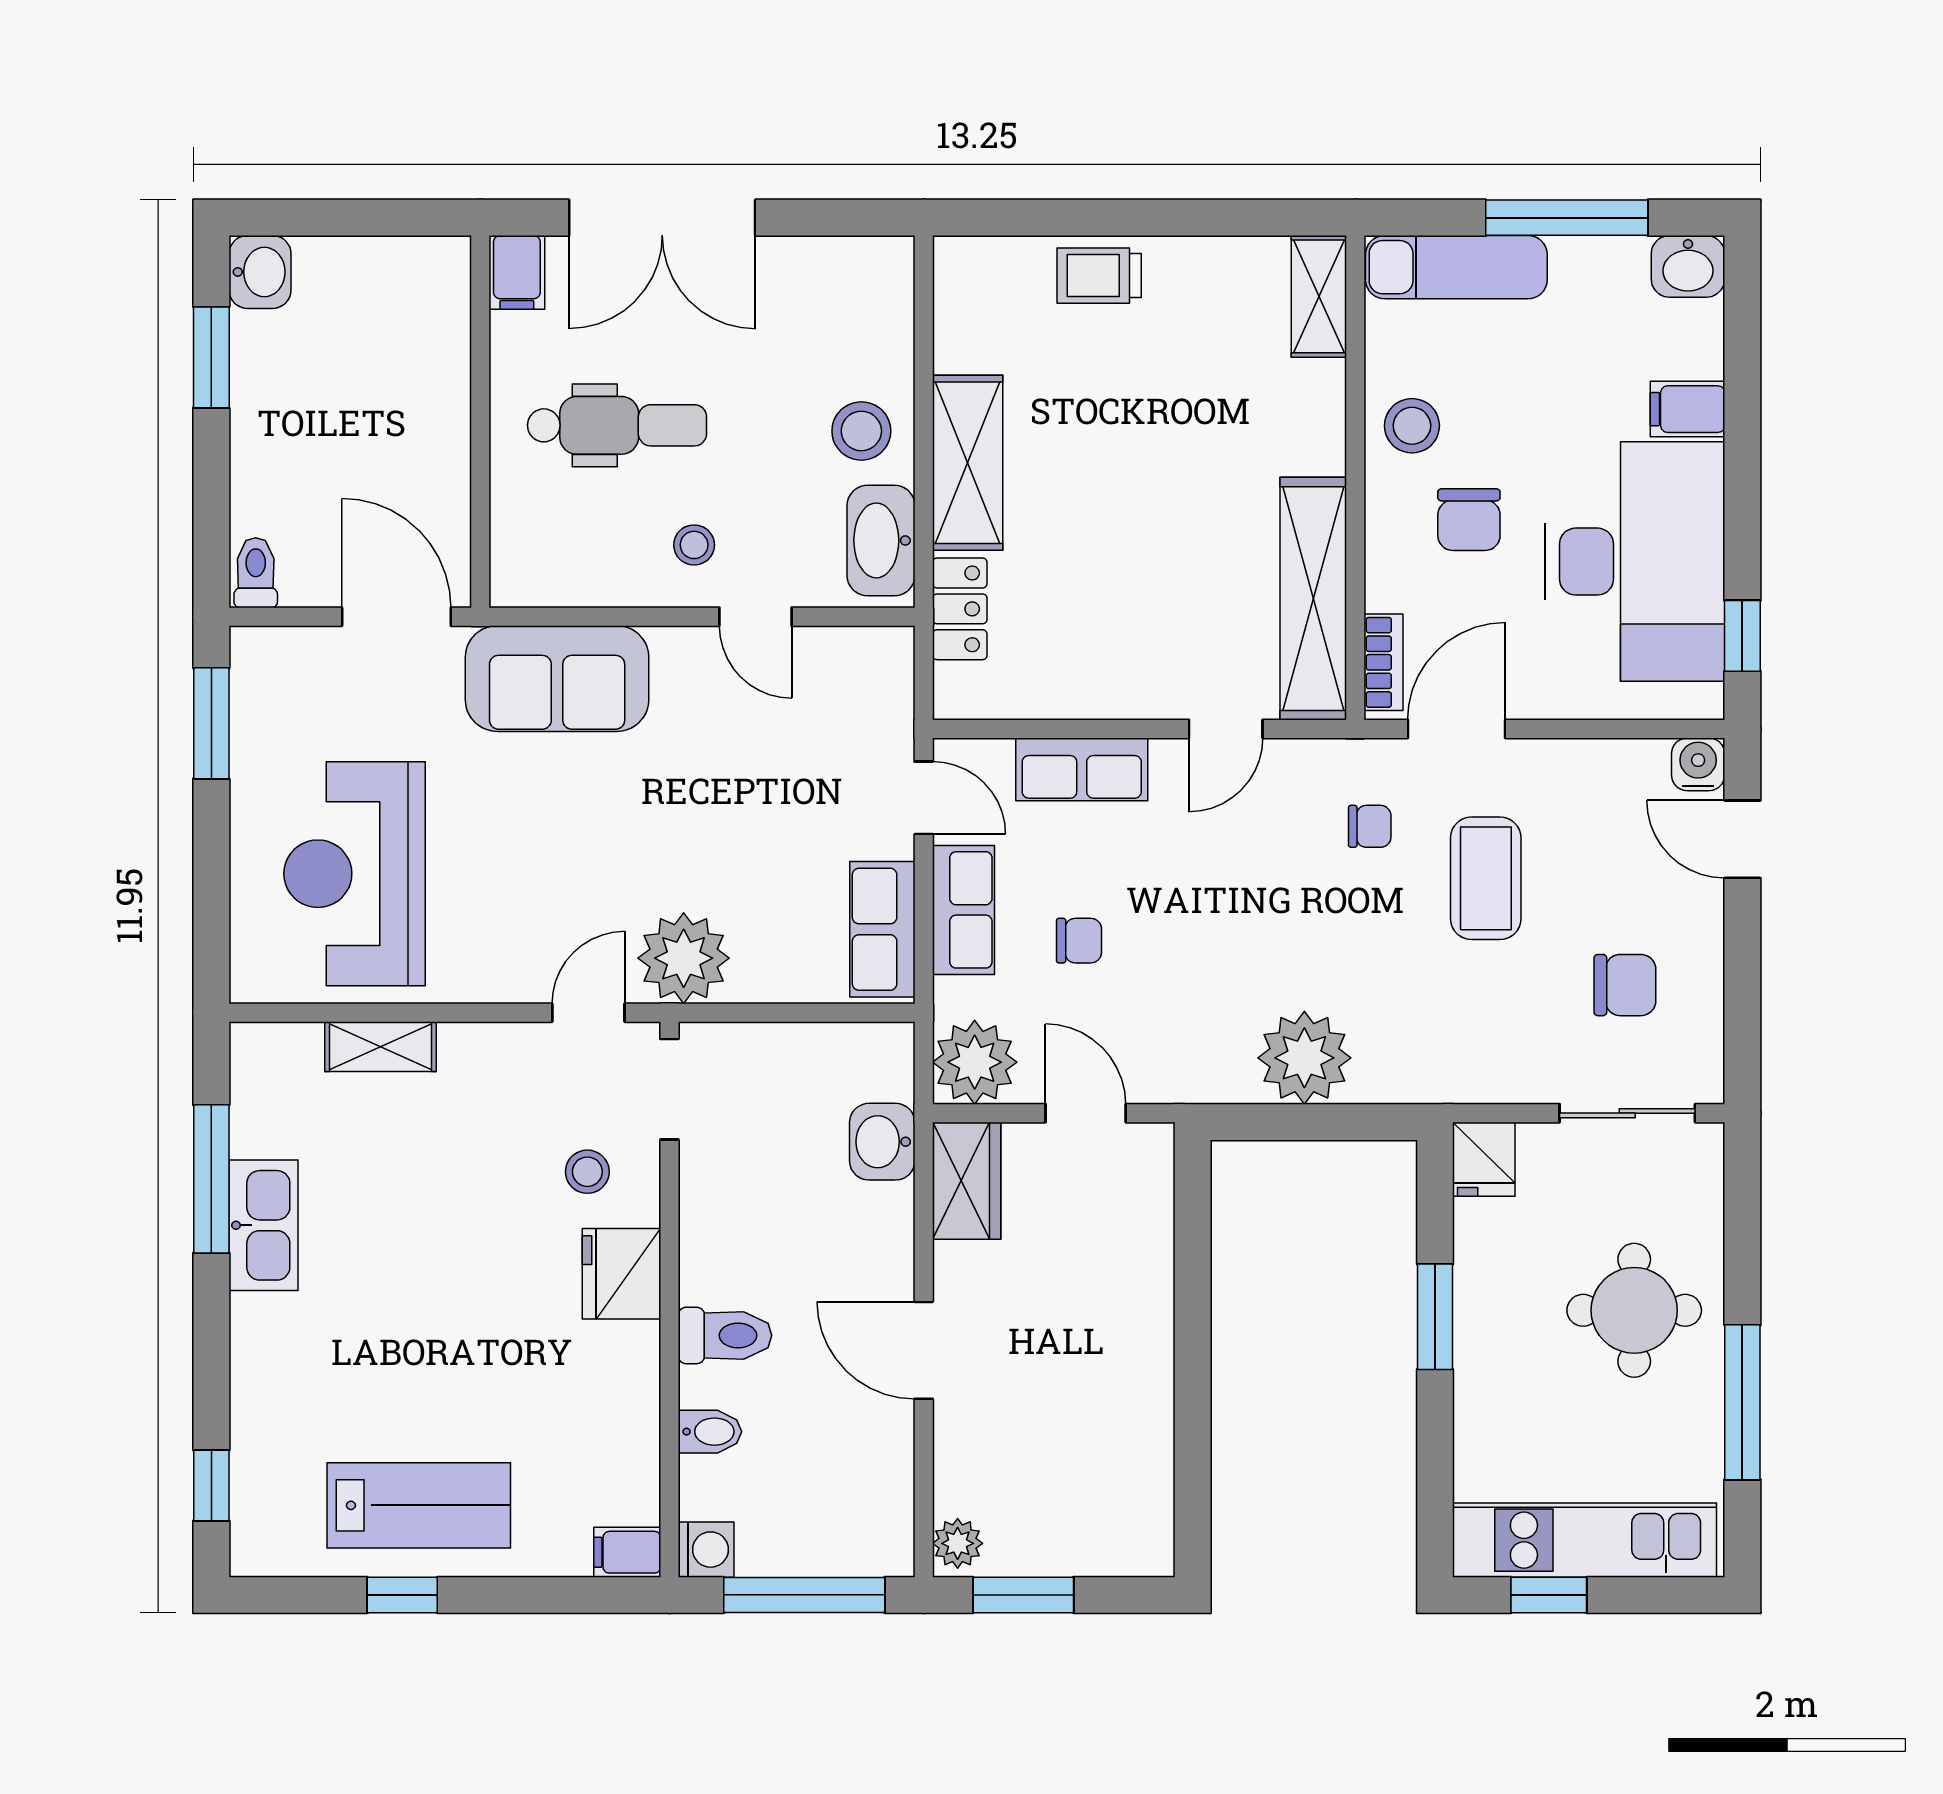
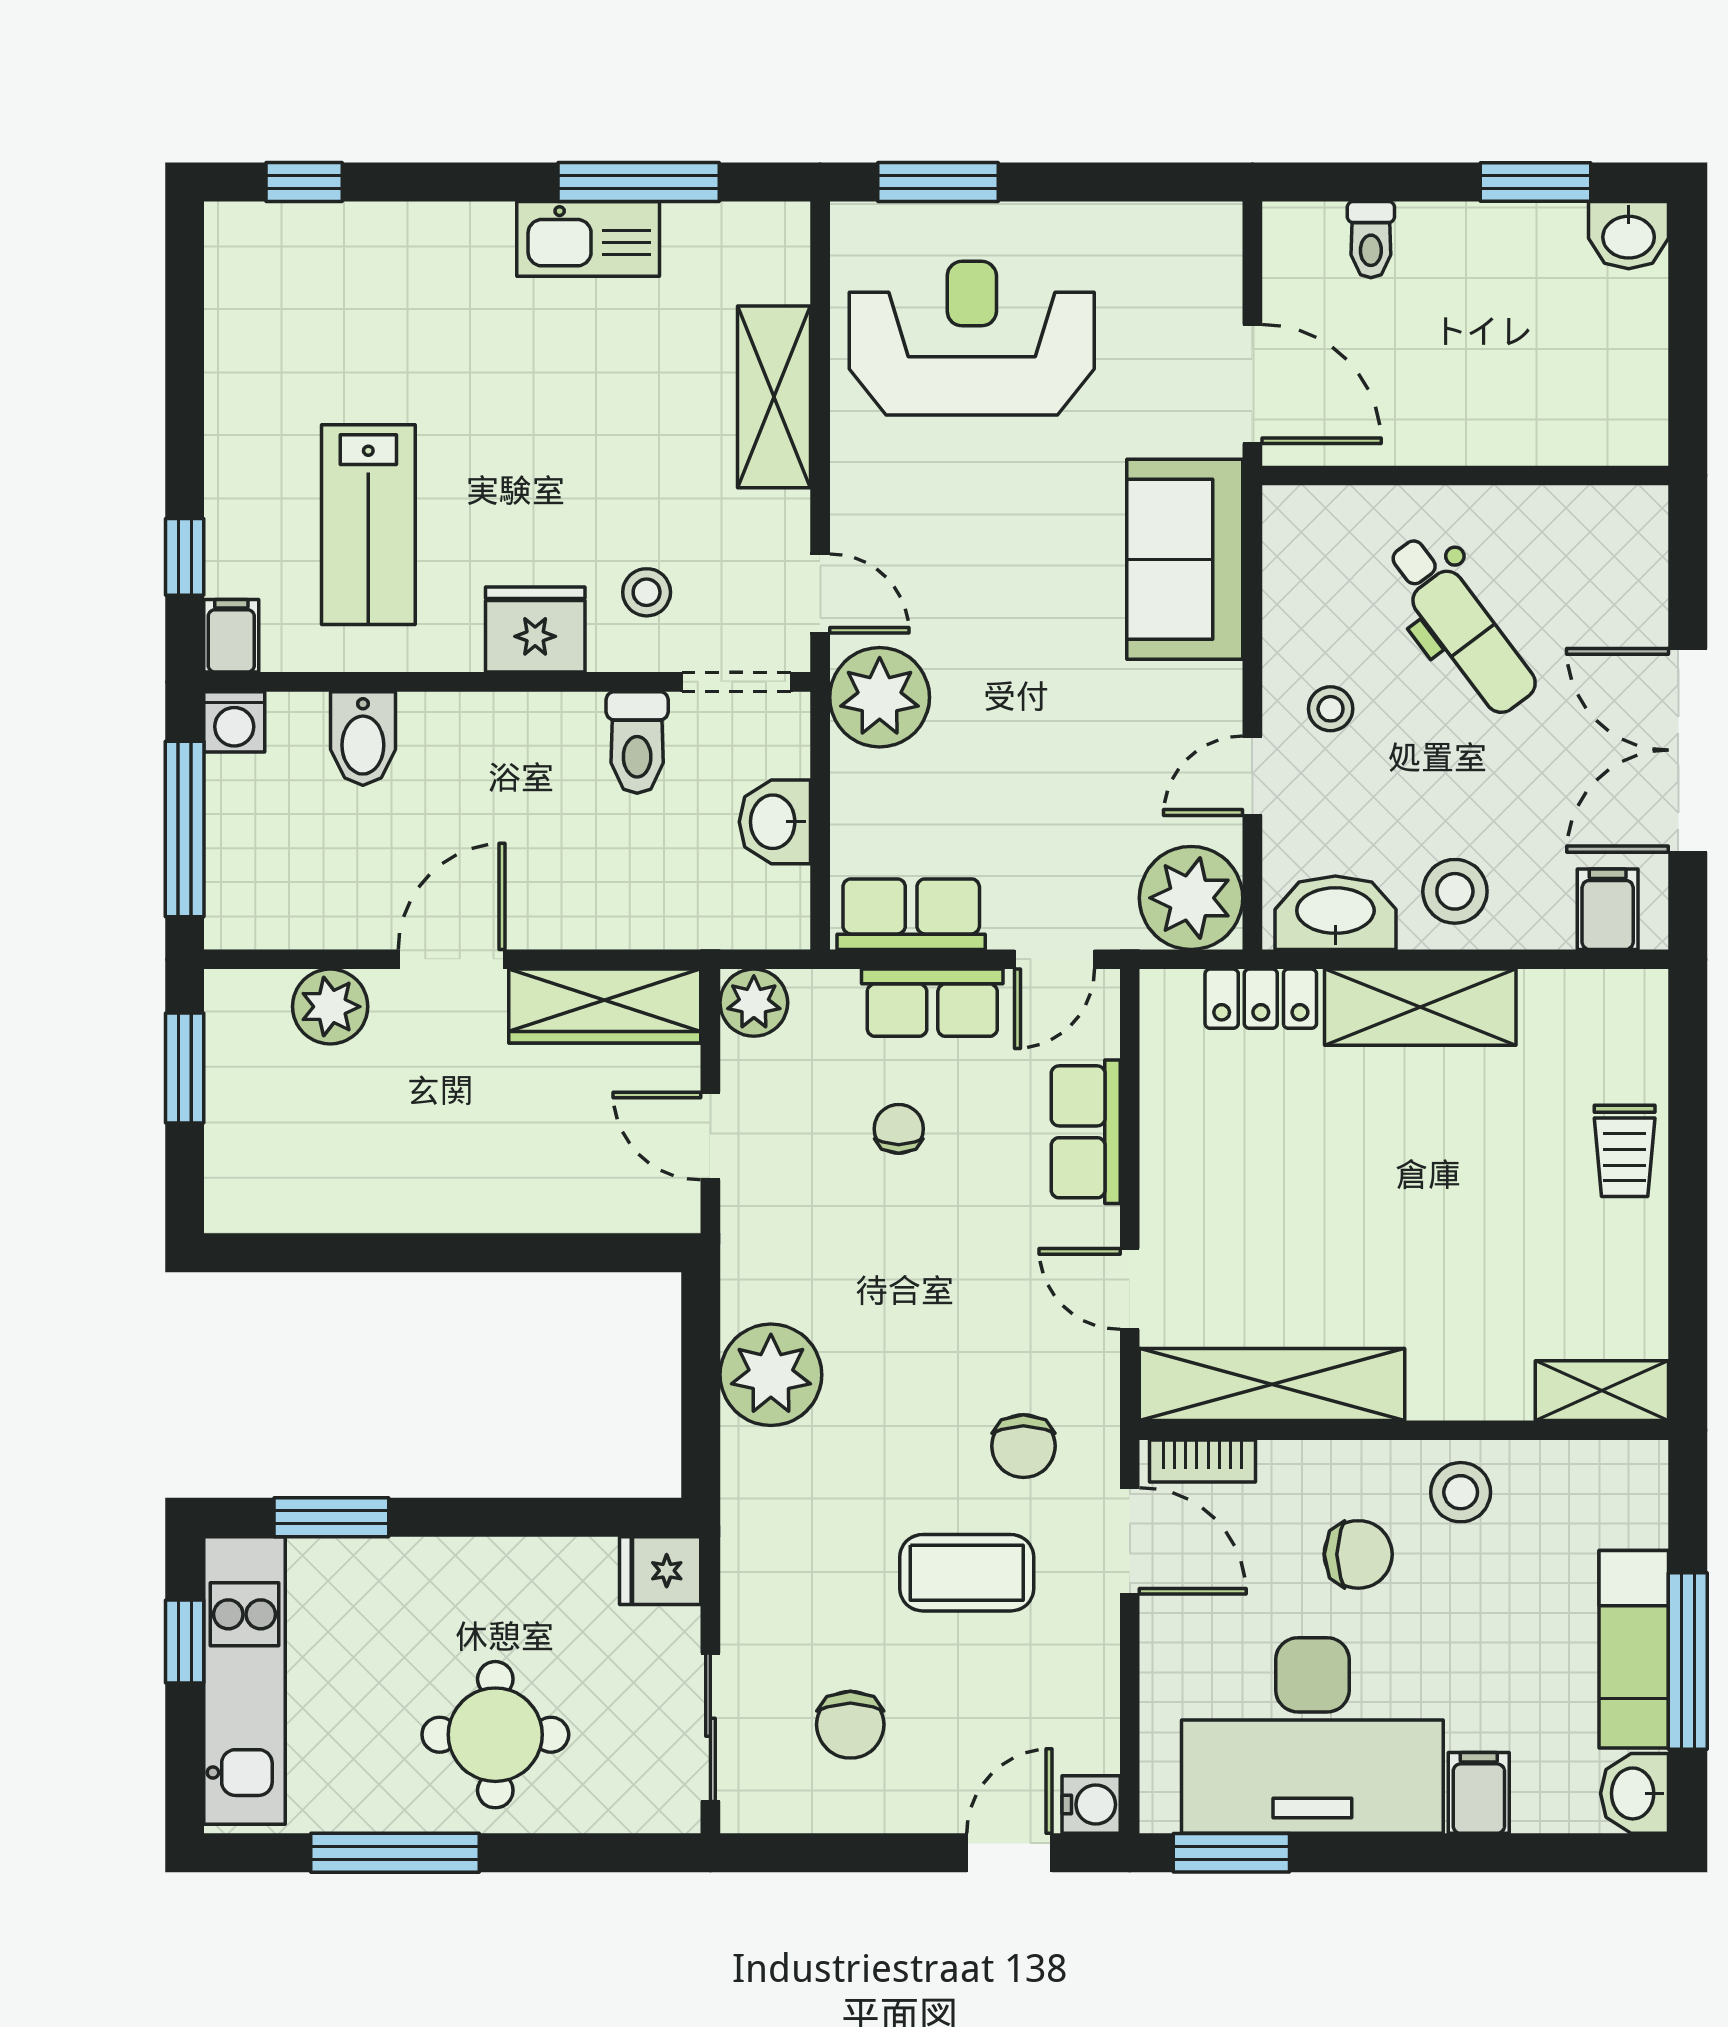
double door: (662, 218) -> (1688, 750), moved
exam couch: (1456, 267) -> (1634, 1649), moved
filing cabinet: (517, 272) -> (1608, 909), moved, turned 90
trolley: (1099, 276) -> (1625, 1151), turned 180
dental chair: (617, 425) -> (1461, 625), turned -37
chair: (1469, 520) -> (1358, 1554), turned 180
toilet: (256, 573) -> (1371, 240), moved, turned 90
door: (396, 617) -> (1252, 384), hinge flipped
window: (1742, 636) -> (1231, 1853), width x1.50
plant: (867, 673) -> (1191, 898), added
window: (211, 723) -> (938, 182), moved
chair: (1370, 826) -> (1023, 1446), width x1.37, depth x1.37
chair: (1079, 941) -> (899, 1129), turned 180
shelving: (380, 1047) -> (774, 397), width x1.50, depth x1.33
plant: (975, 1062) -> (754, 1003), width x0.73, depth x0.73
door: (1086, 1113) -> (710, 1136), swing flipped
washbasin: (882, 1142) -> (775, 822), moved, turned -90
wardrobe: (967, 1181) -> (605, 1006), width x1.50
window: (1435, 1317) -> (331, 1517), moved
toilet: (725, 1335) -> (637, 742), moved
bidet: (710, 1432) -> (363, 738), width x1.38, depth x1.36
lab bench: (419, 1505) -> (368, 525), moved
plant: (958, 1543) -> (330, 1007), moved, width x1.38, depth x1.38
window: (402, 1595) -> (185, 557), moved

